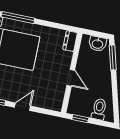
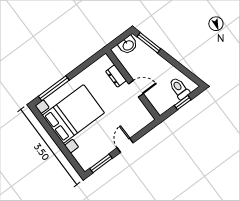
dresser: (70, 41) -> (116, 76), moved
window: (80, 119) -> (183, 103), moved

